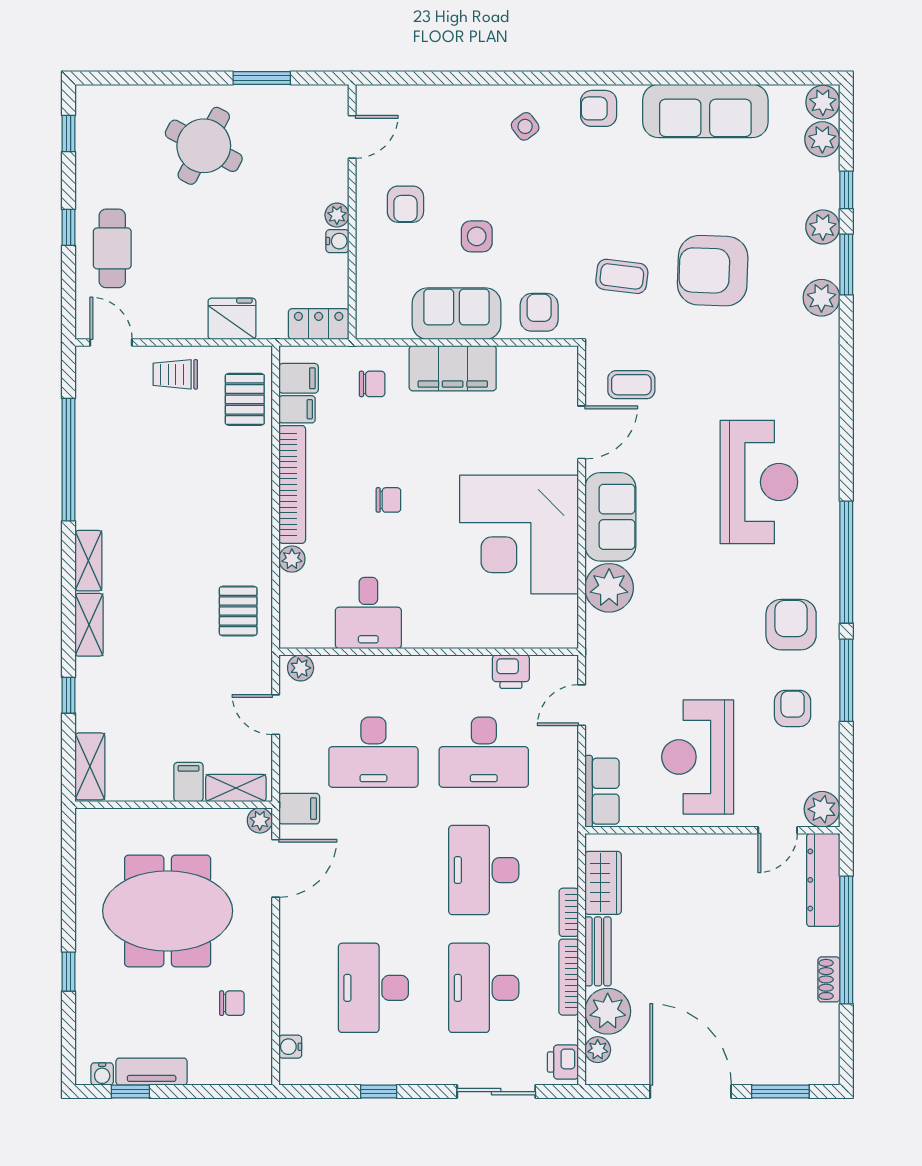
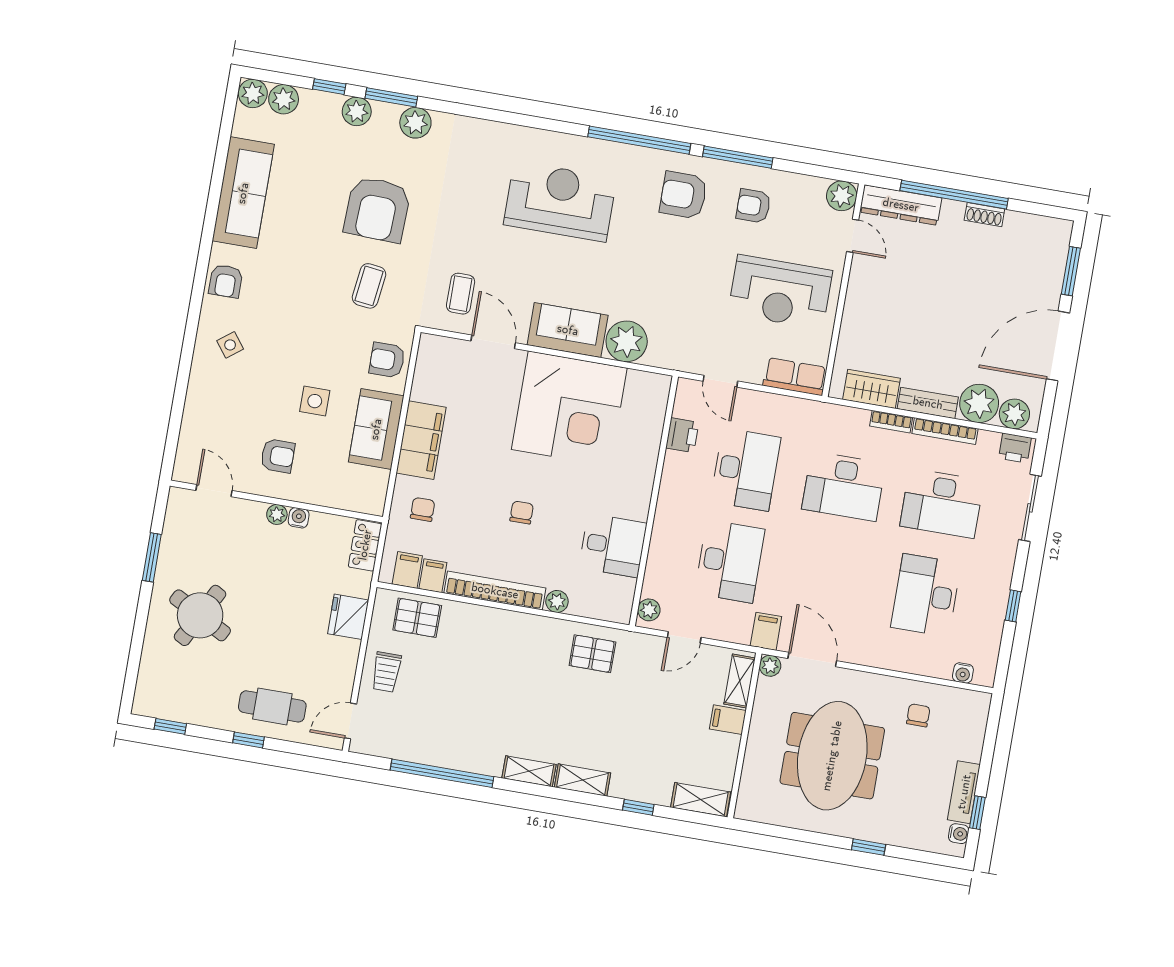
desk: (373, 988) -> (926, 595), turned 90
plant: (598, 1050) -> (1014, 414), width x1.38, depth x1.38

